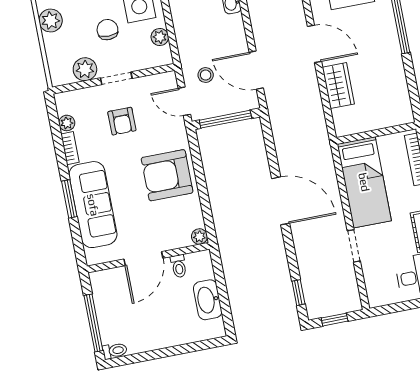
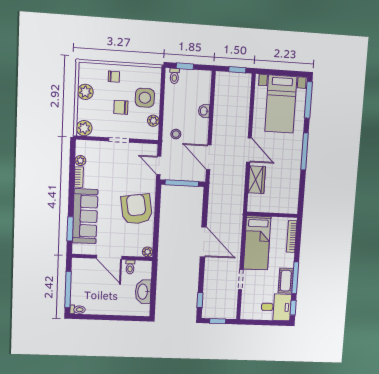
chair: (107, 30) -> (121, 107), turned -90
plant: (85, 69) -> (84, 128), moved
stool: (206, 75) -> (176, 134), moved
armchair: (122, 121) -> (116, 168), removed
armchair: (167, 175) -> (137, 209), turned 81
window: (69, 199) -> (70, 229), moved
door: (143, 259) -> (109, 257), hinge flipped

